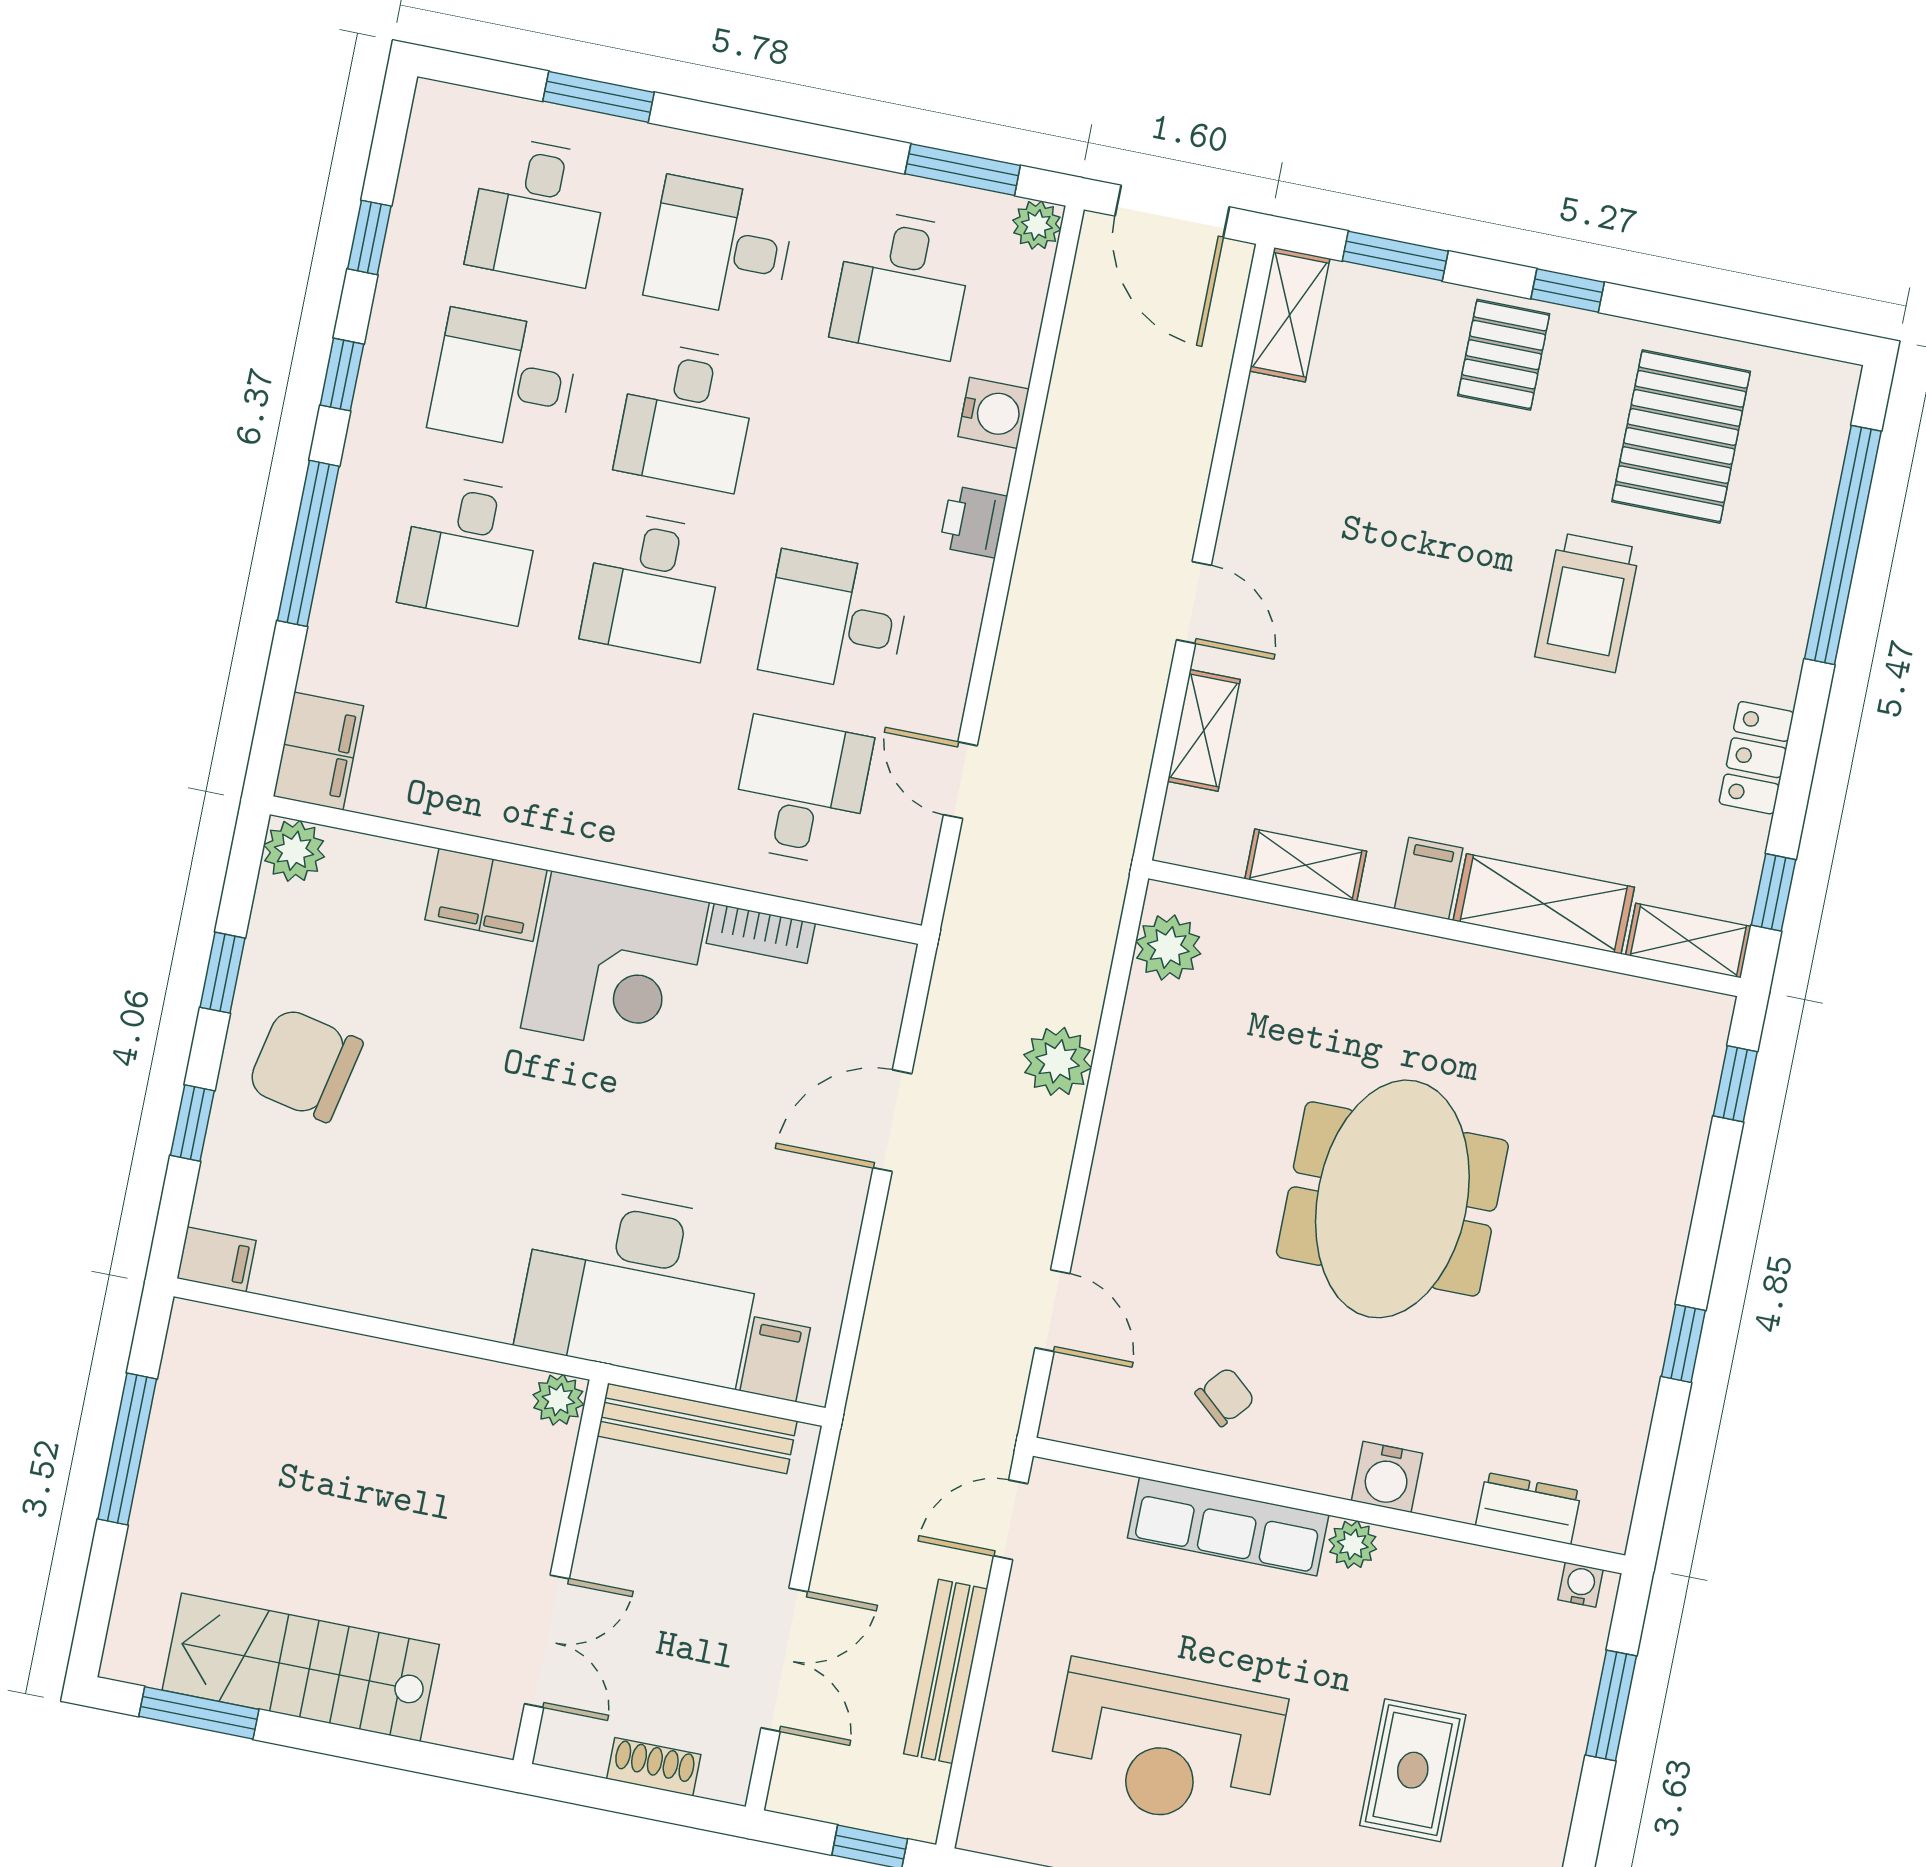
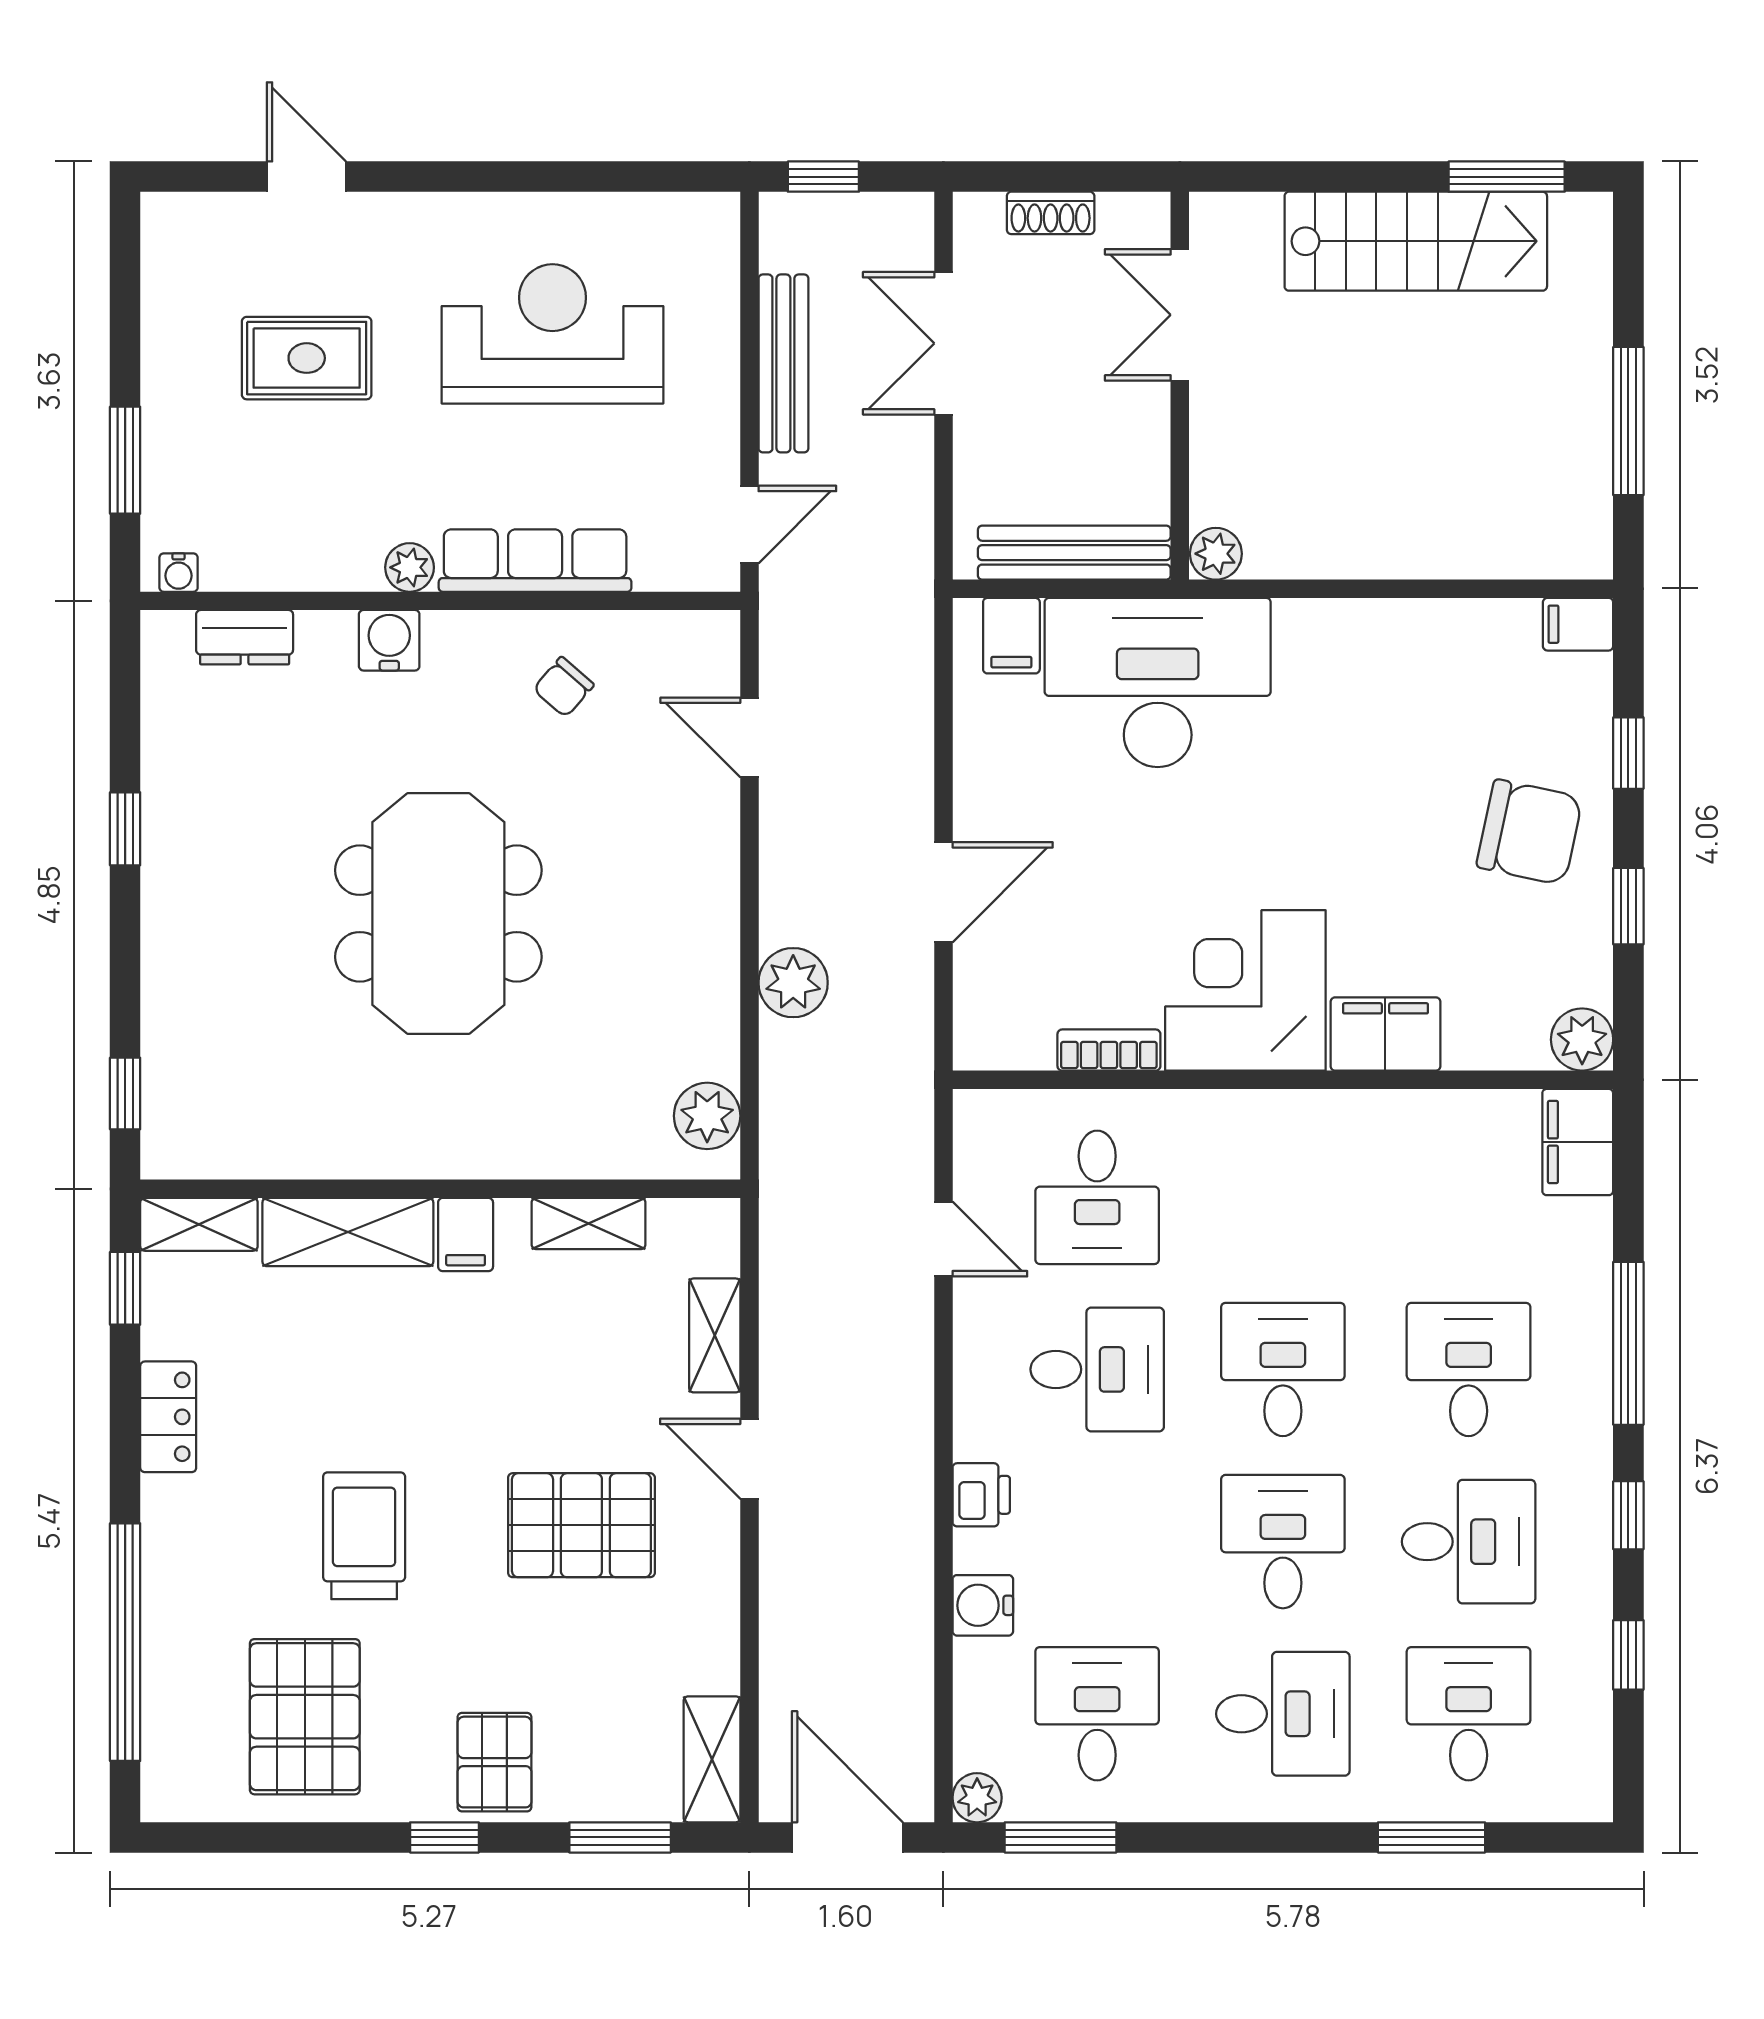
pallet: (1372, 570) -> (581, 1525), added
rug: (1413, 1770) -> (307, 358), turned 90

